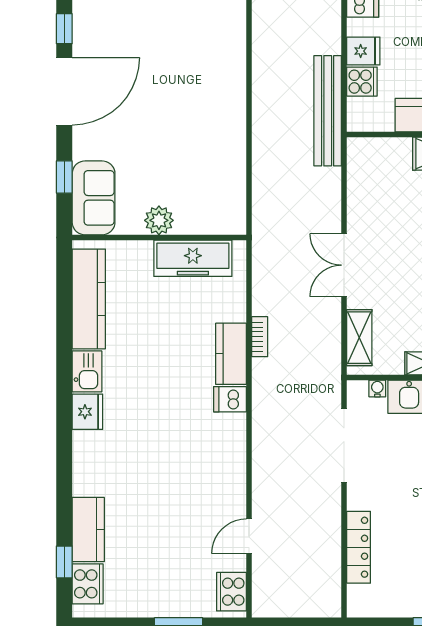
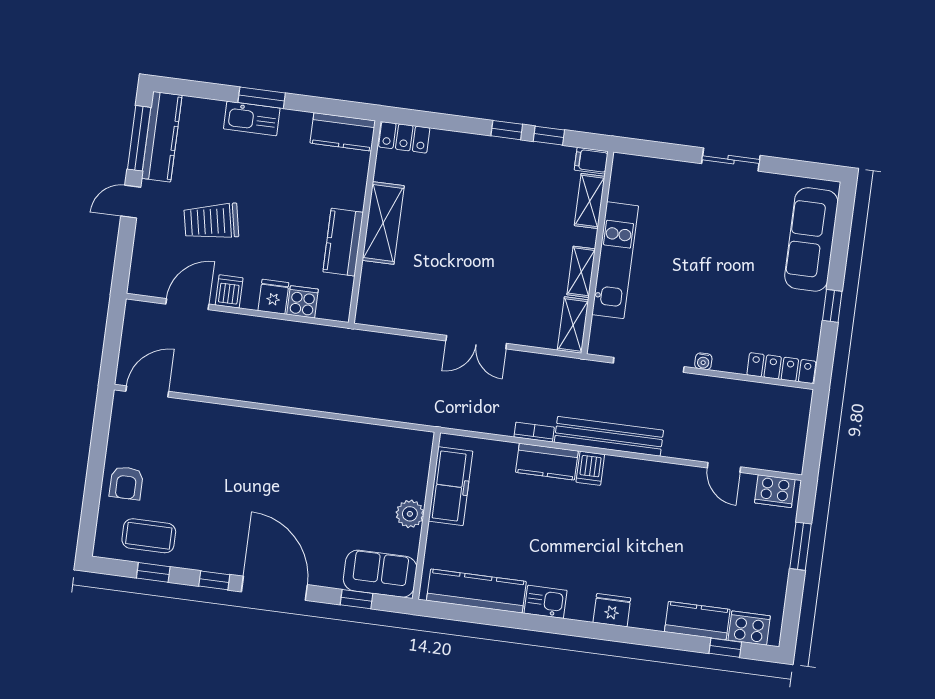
bench: (328, 111) -> (609, 436), moved
shelving: (359, 338) -> (573, 325), moved, turned 90
water cooler: (377, 388) -> (703, 361), moved, turned -90
fridge: (87, 412) -> (612, 610), moved
locker: (359, 547) -> (781, 368), moved

